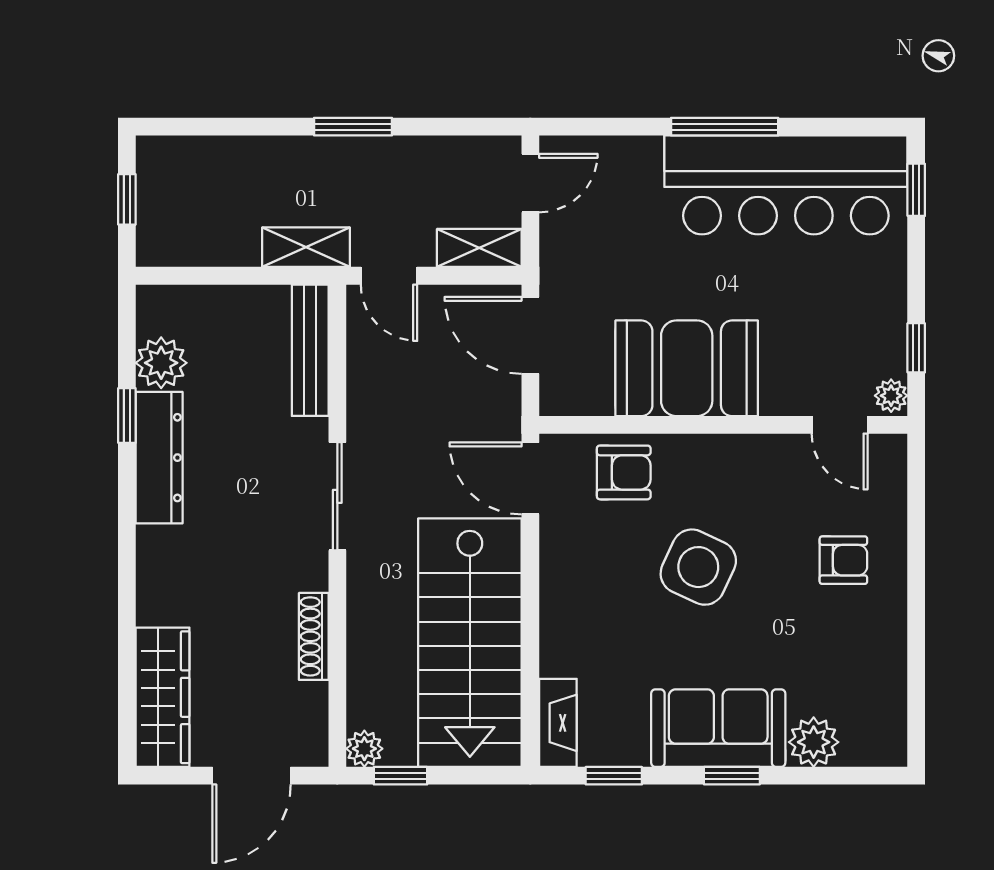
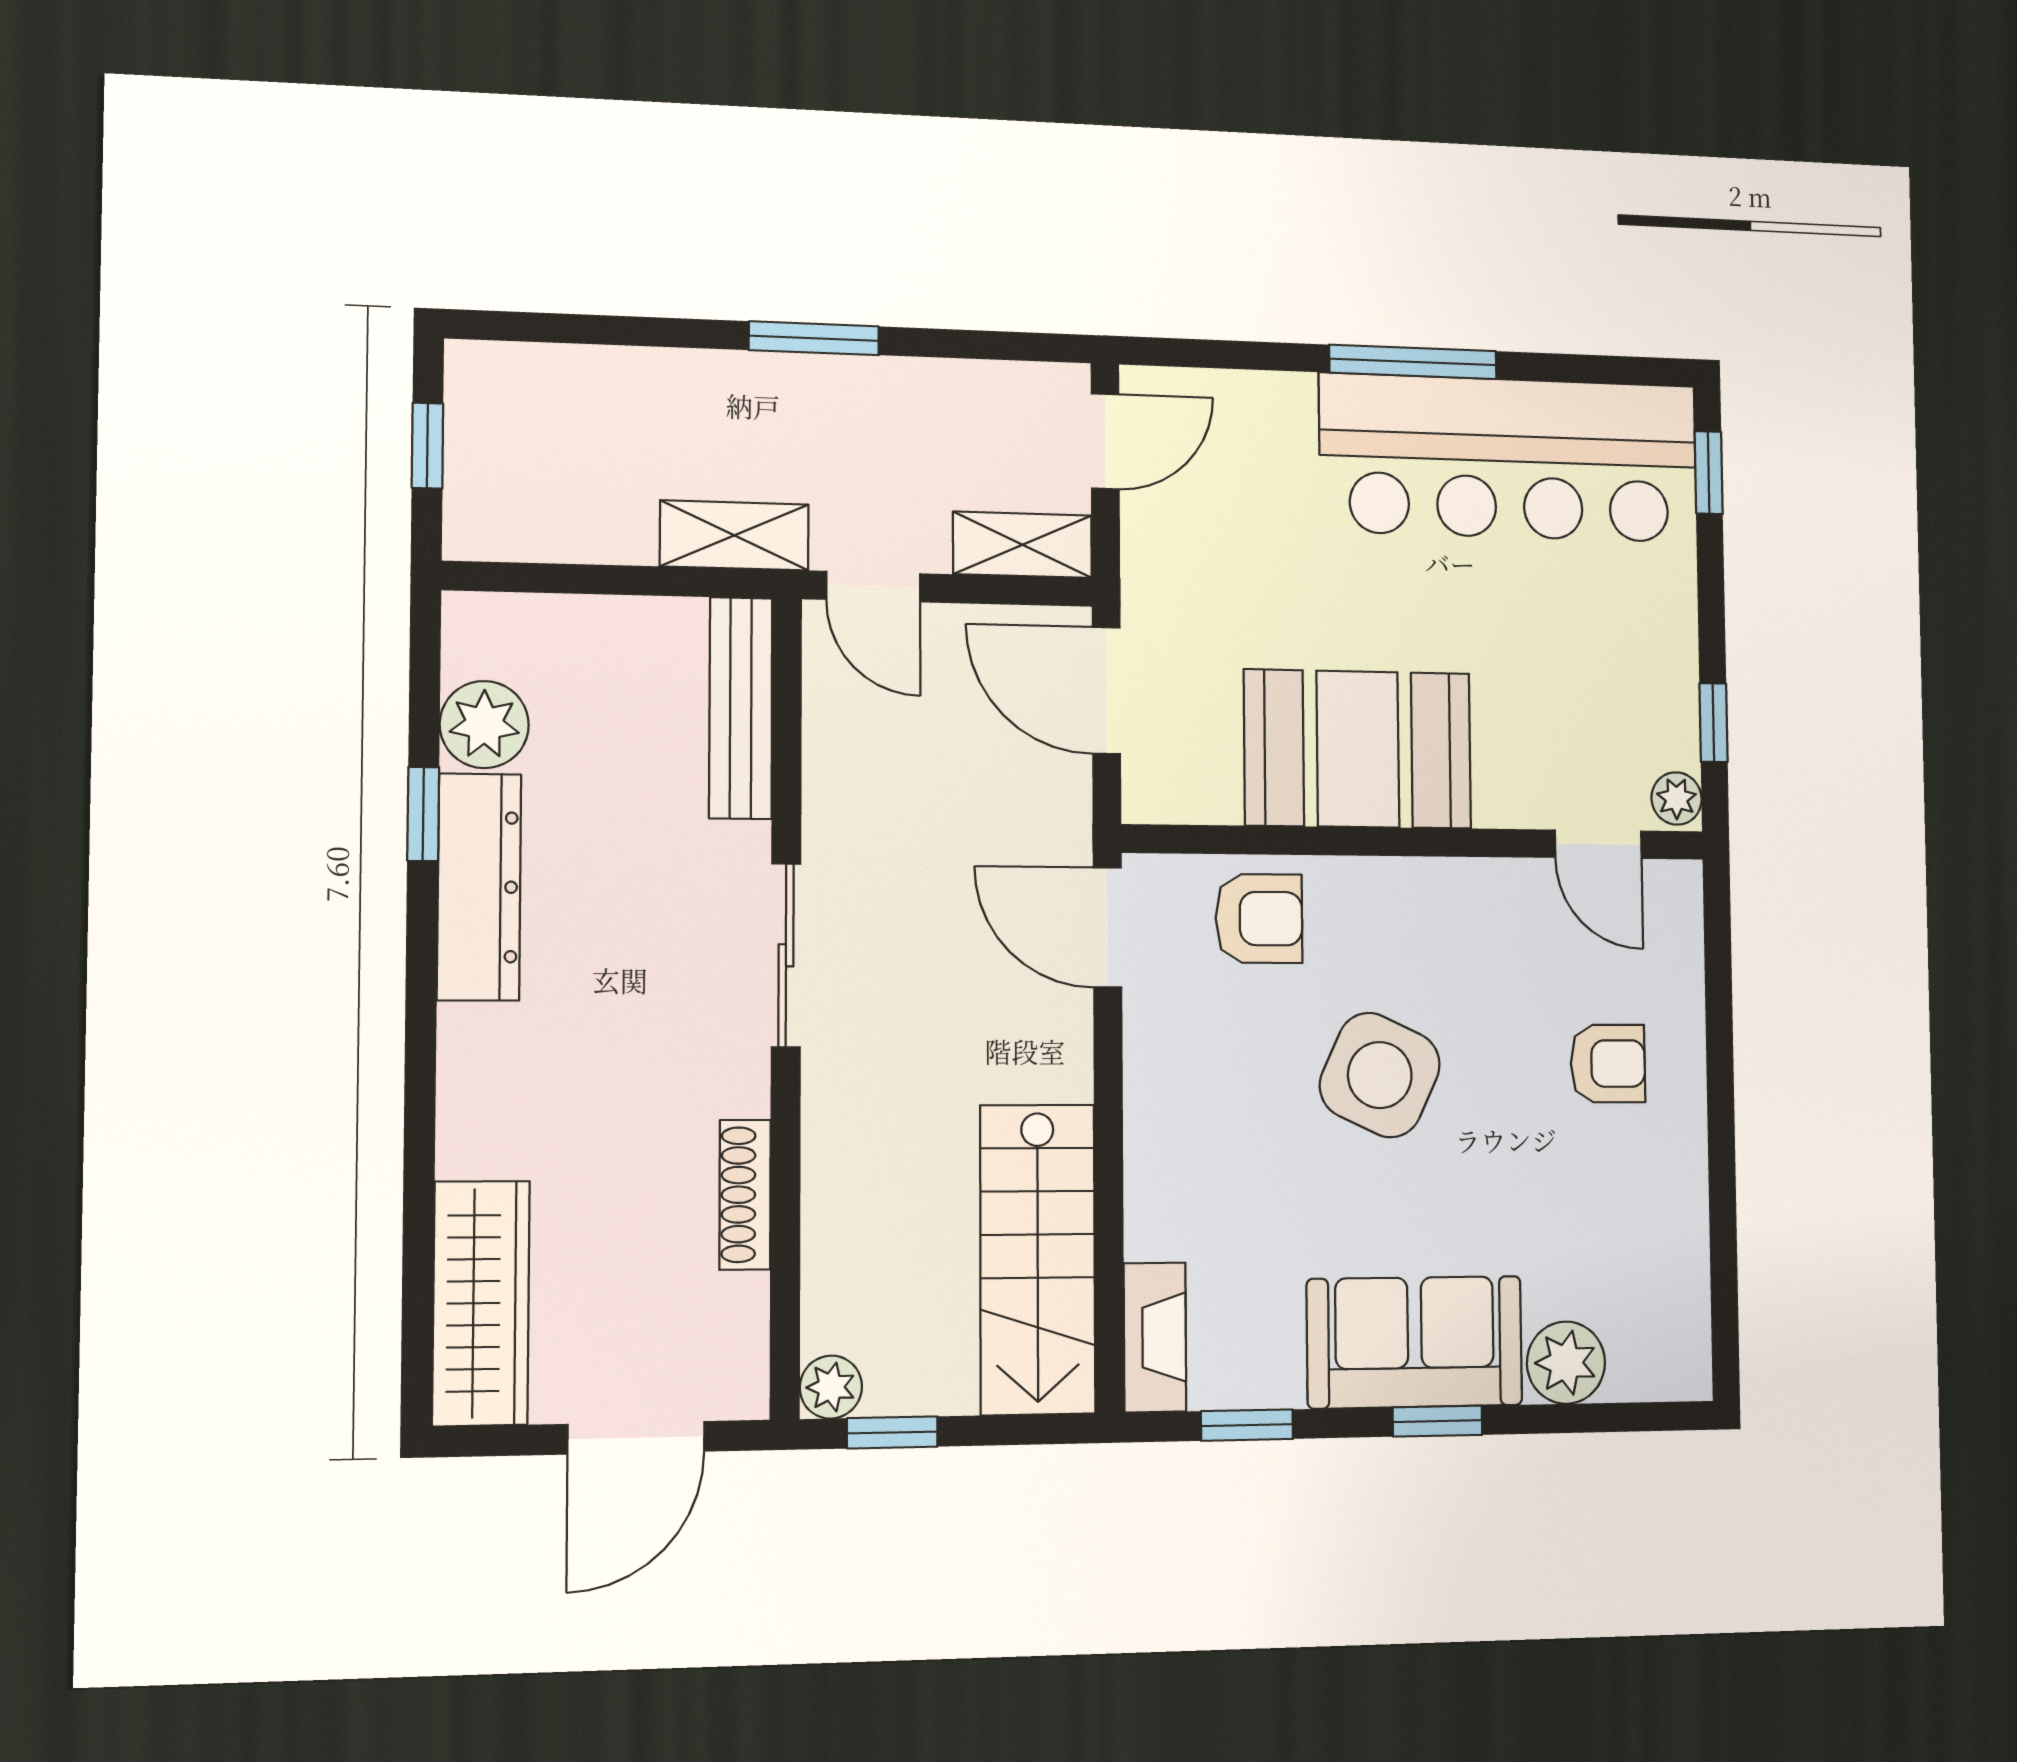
stairs: (470, 643) -> (1038, 1259), width x0.73, depth x0.66

